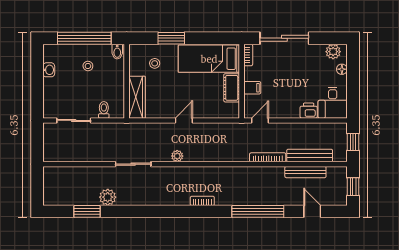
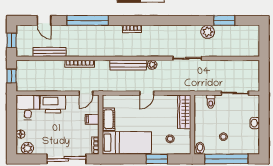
washbasin: (49, 70) -> (255, 123), moved
printer: (309, 111) -> (53, 104), width x1.87, depth x1.48
bench: (310, 156) -> (128, 65), moved

